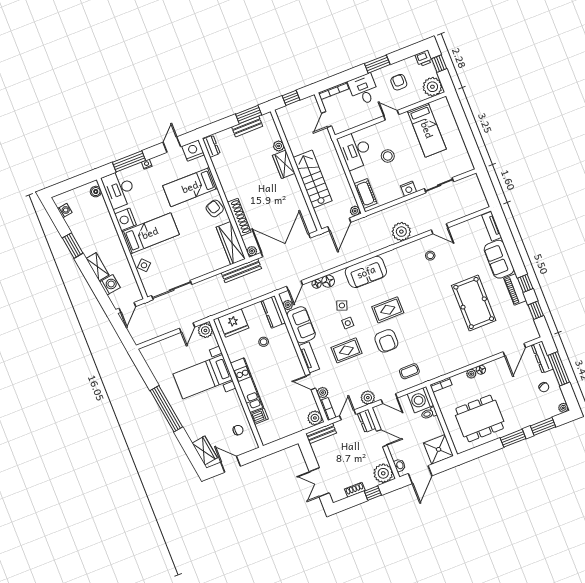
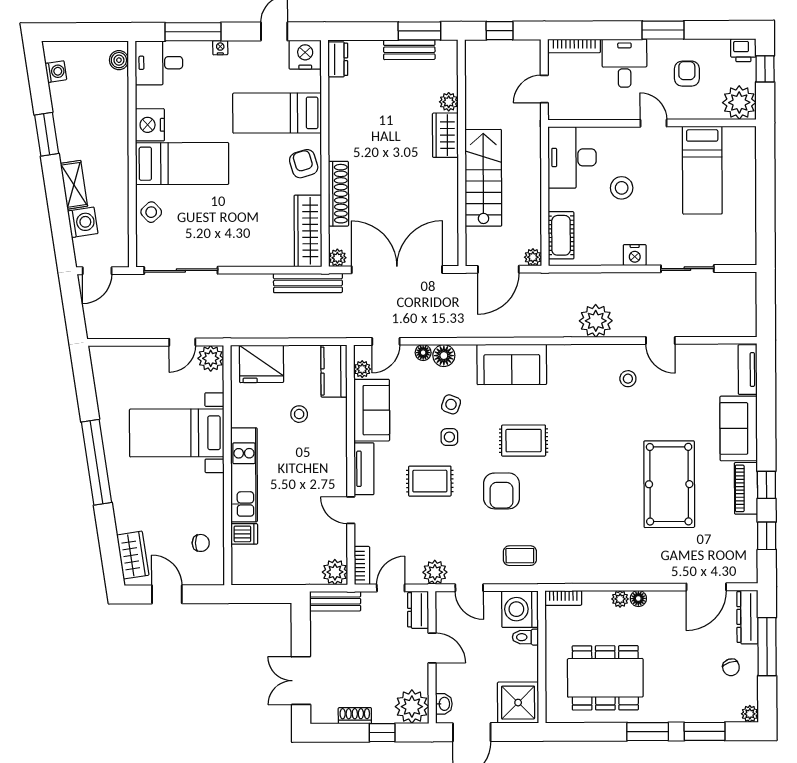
desk: (119, 189) -> (159, 63), width x0.73
plant: (323, 393) -> (364, 535), removed

